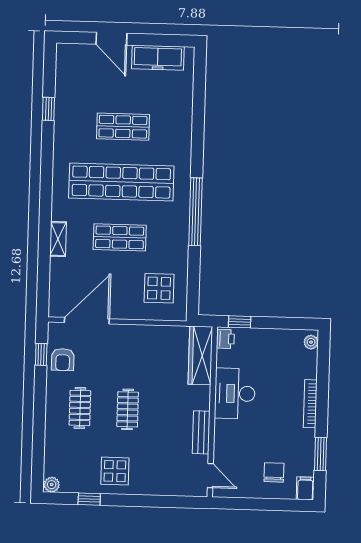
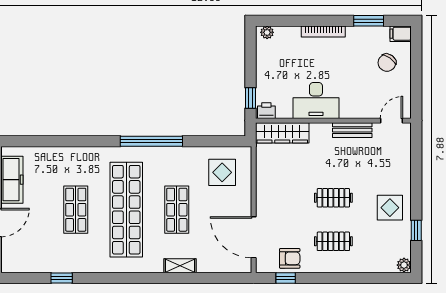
chair: (274, 472) -> (387, 63), turned -54

